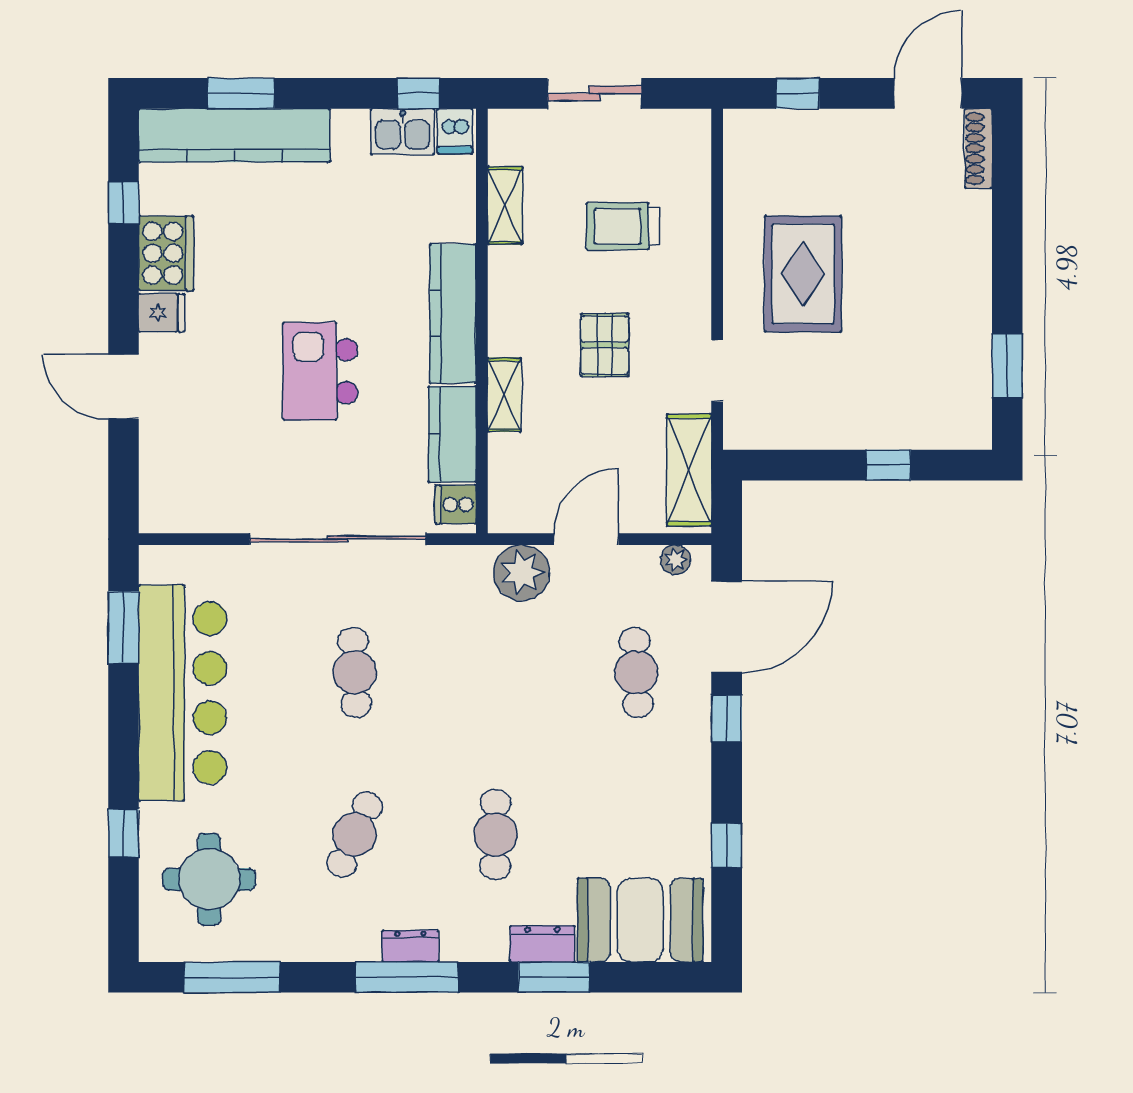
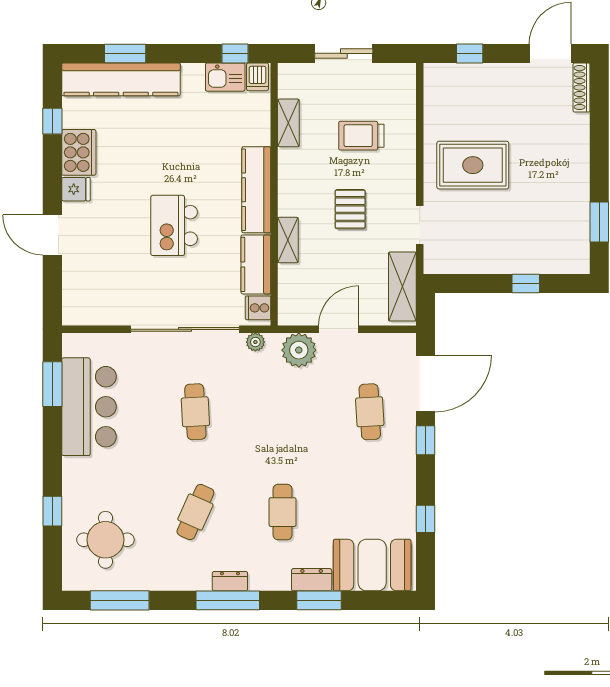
rug: (803, 274) -> (473, 165), turned 90
plant: (675, 560) -> (255, 342), moved
bar counter: (183, 693) -> (89, 407), width x0.73

